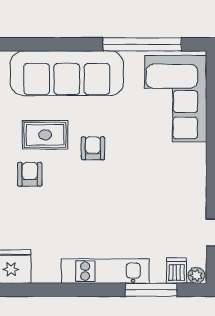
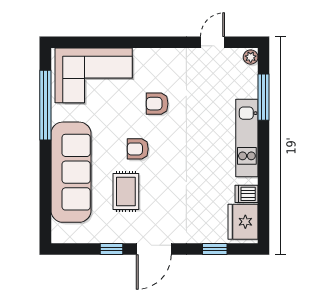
armchair: (30, 174) -> (157, 104), moved
dishwasher: (177, 271) -> (247, 194), moved

